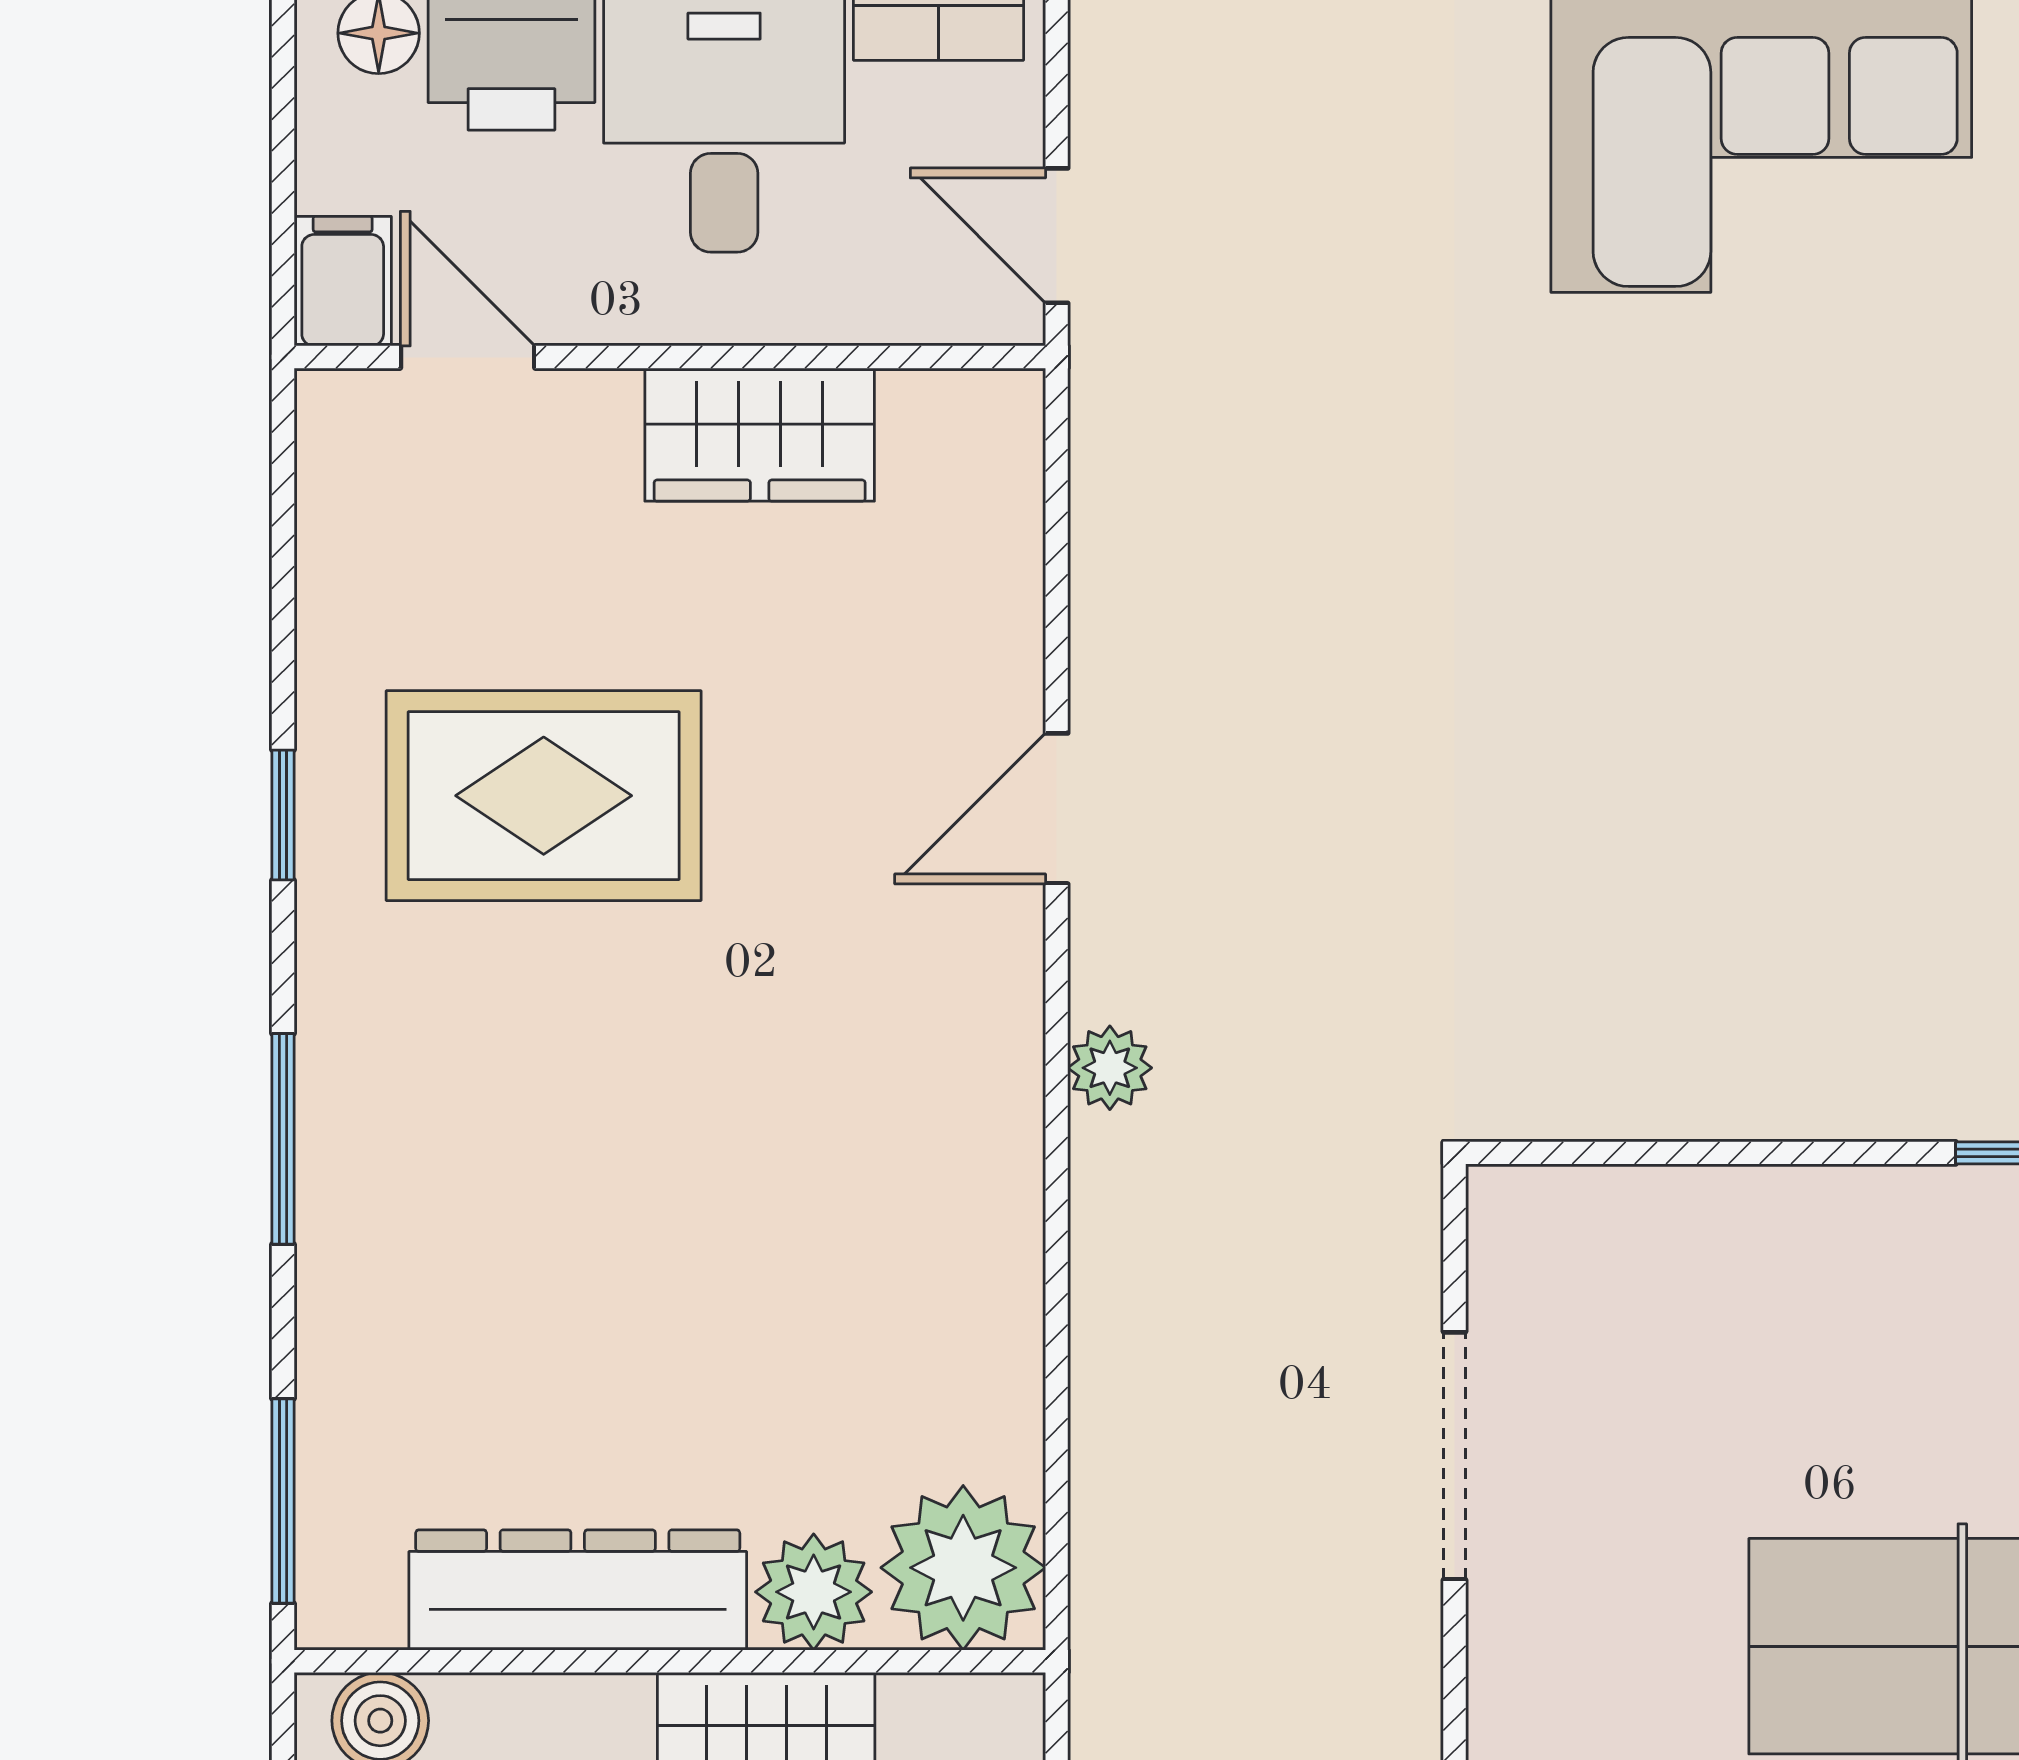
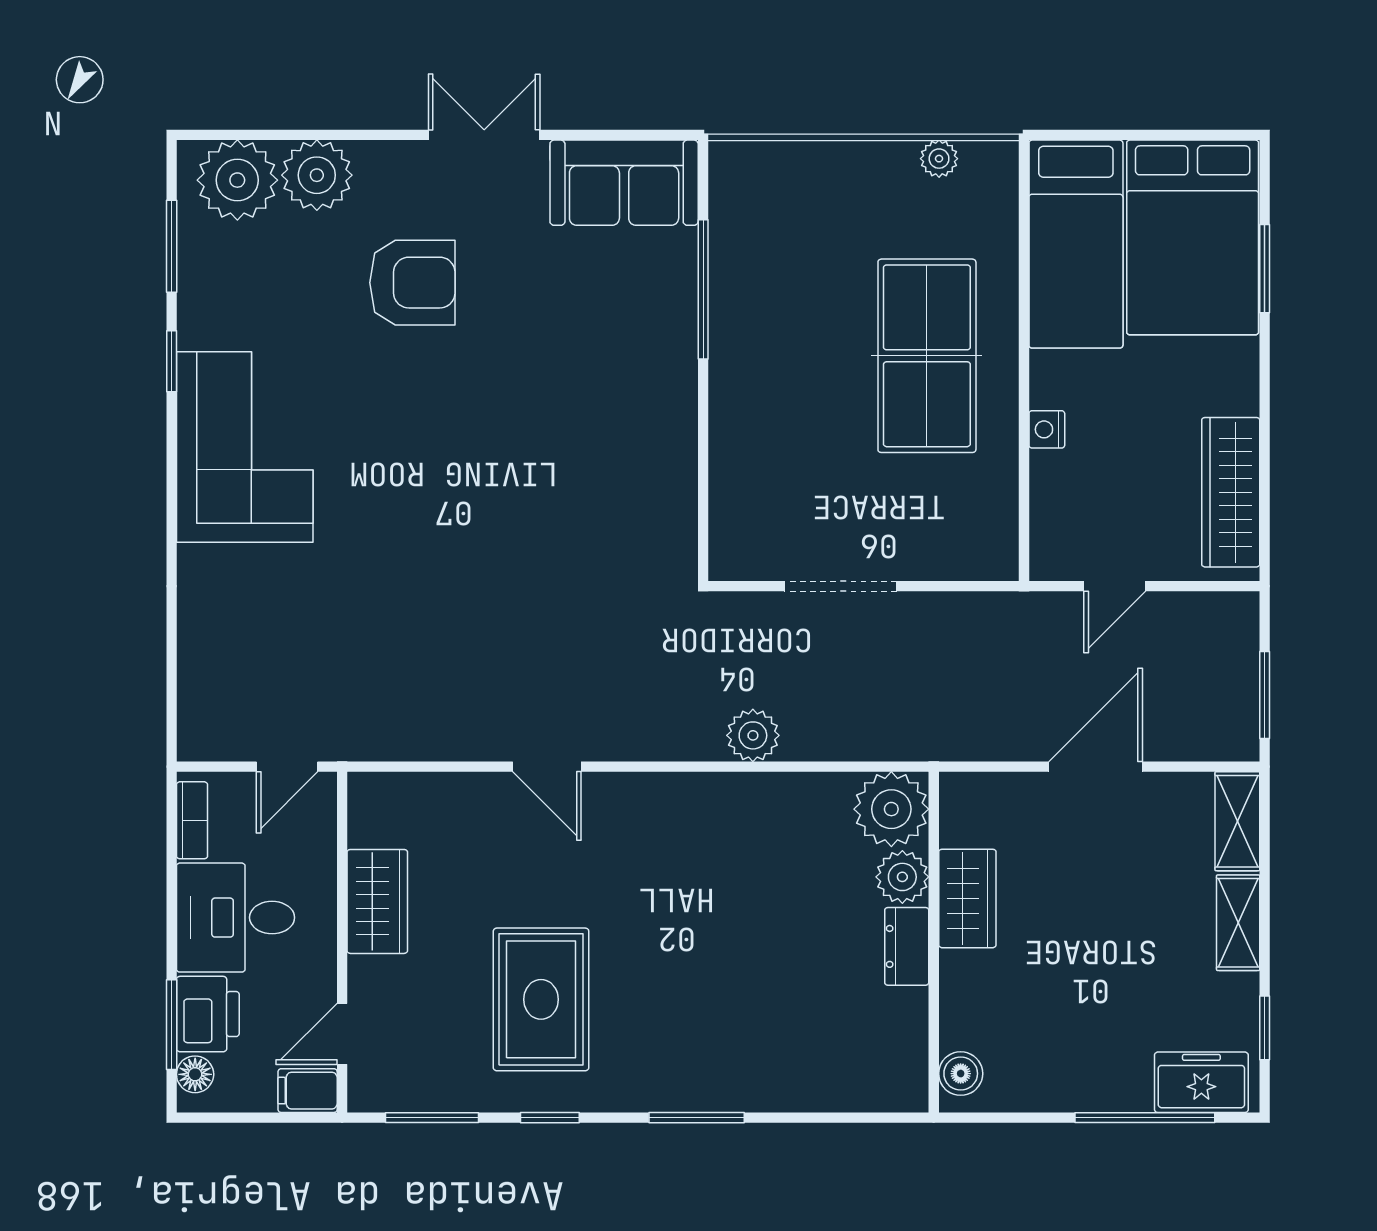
plant: (1110, 1068) -> (753, 735), moved, width x1.38, depth x1.38
window: (283, 1501) -> (432, 1118), moved
dresser: (578, 1590) -> (907, 946), width x0.51, depth x0.80

